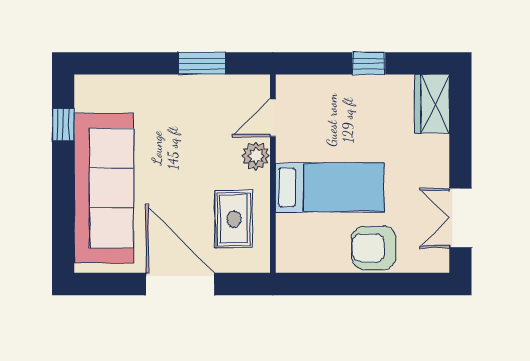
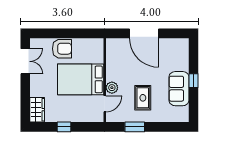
window: (63, 125) -> (194, 81), moved
sofa: (104, 188) -> (179, 89), width x0.54, depth x0.79
bed: (330, 188) -> (81, 79), width x1.50
rug: (234, 219) -> (143, 98), moved

